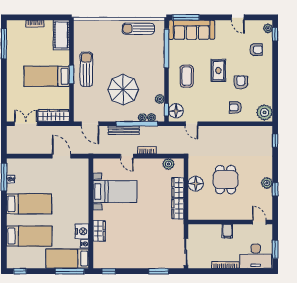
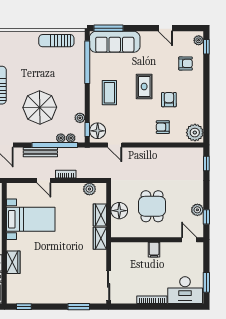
wall: (230, 222) -> (157, 240), moved
door: (259, 222) -> (189, 240), moved
filing cabinet: (227, 231) -> (154, 250), moved

